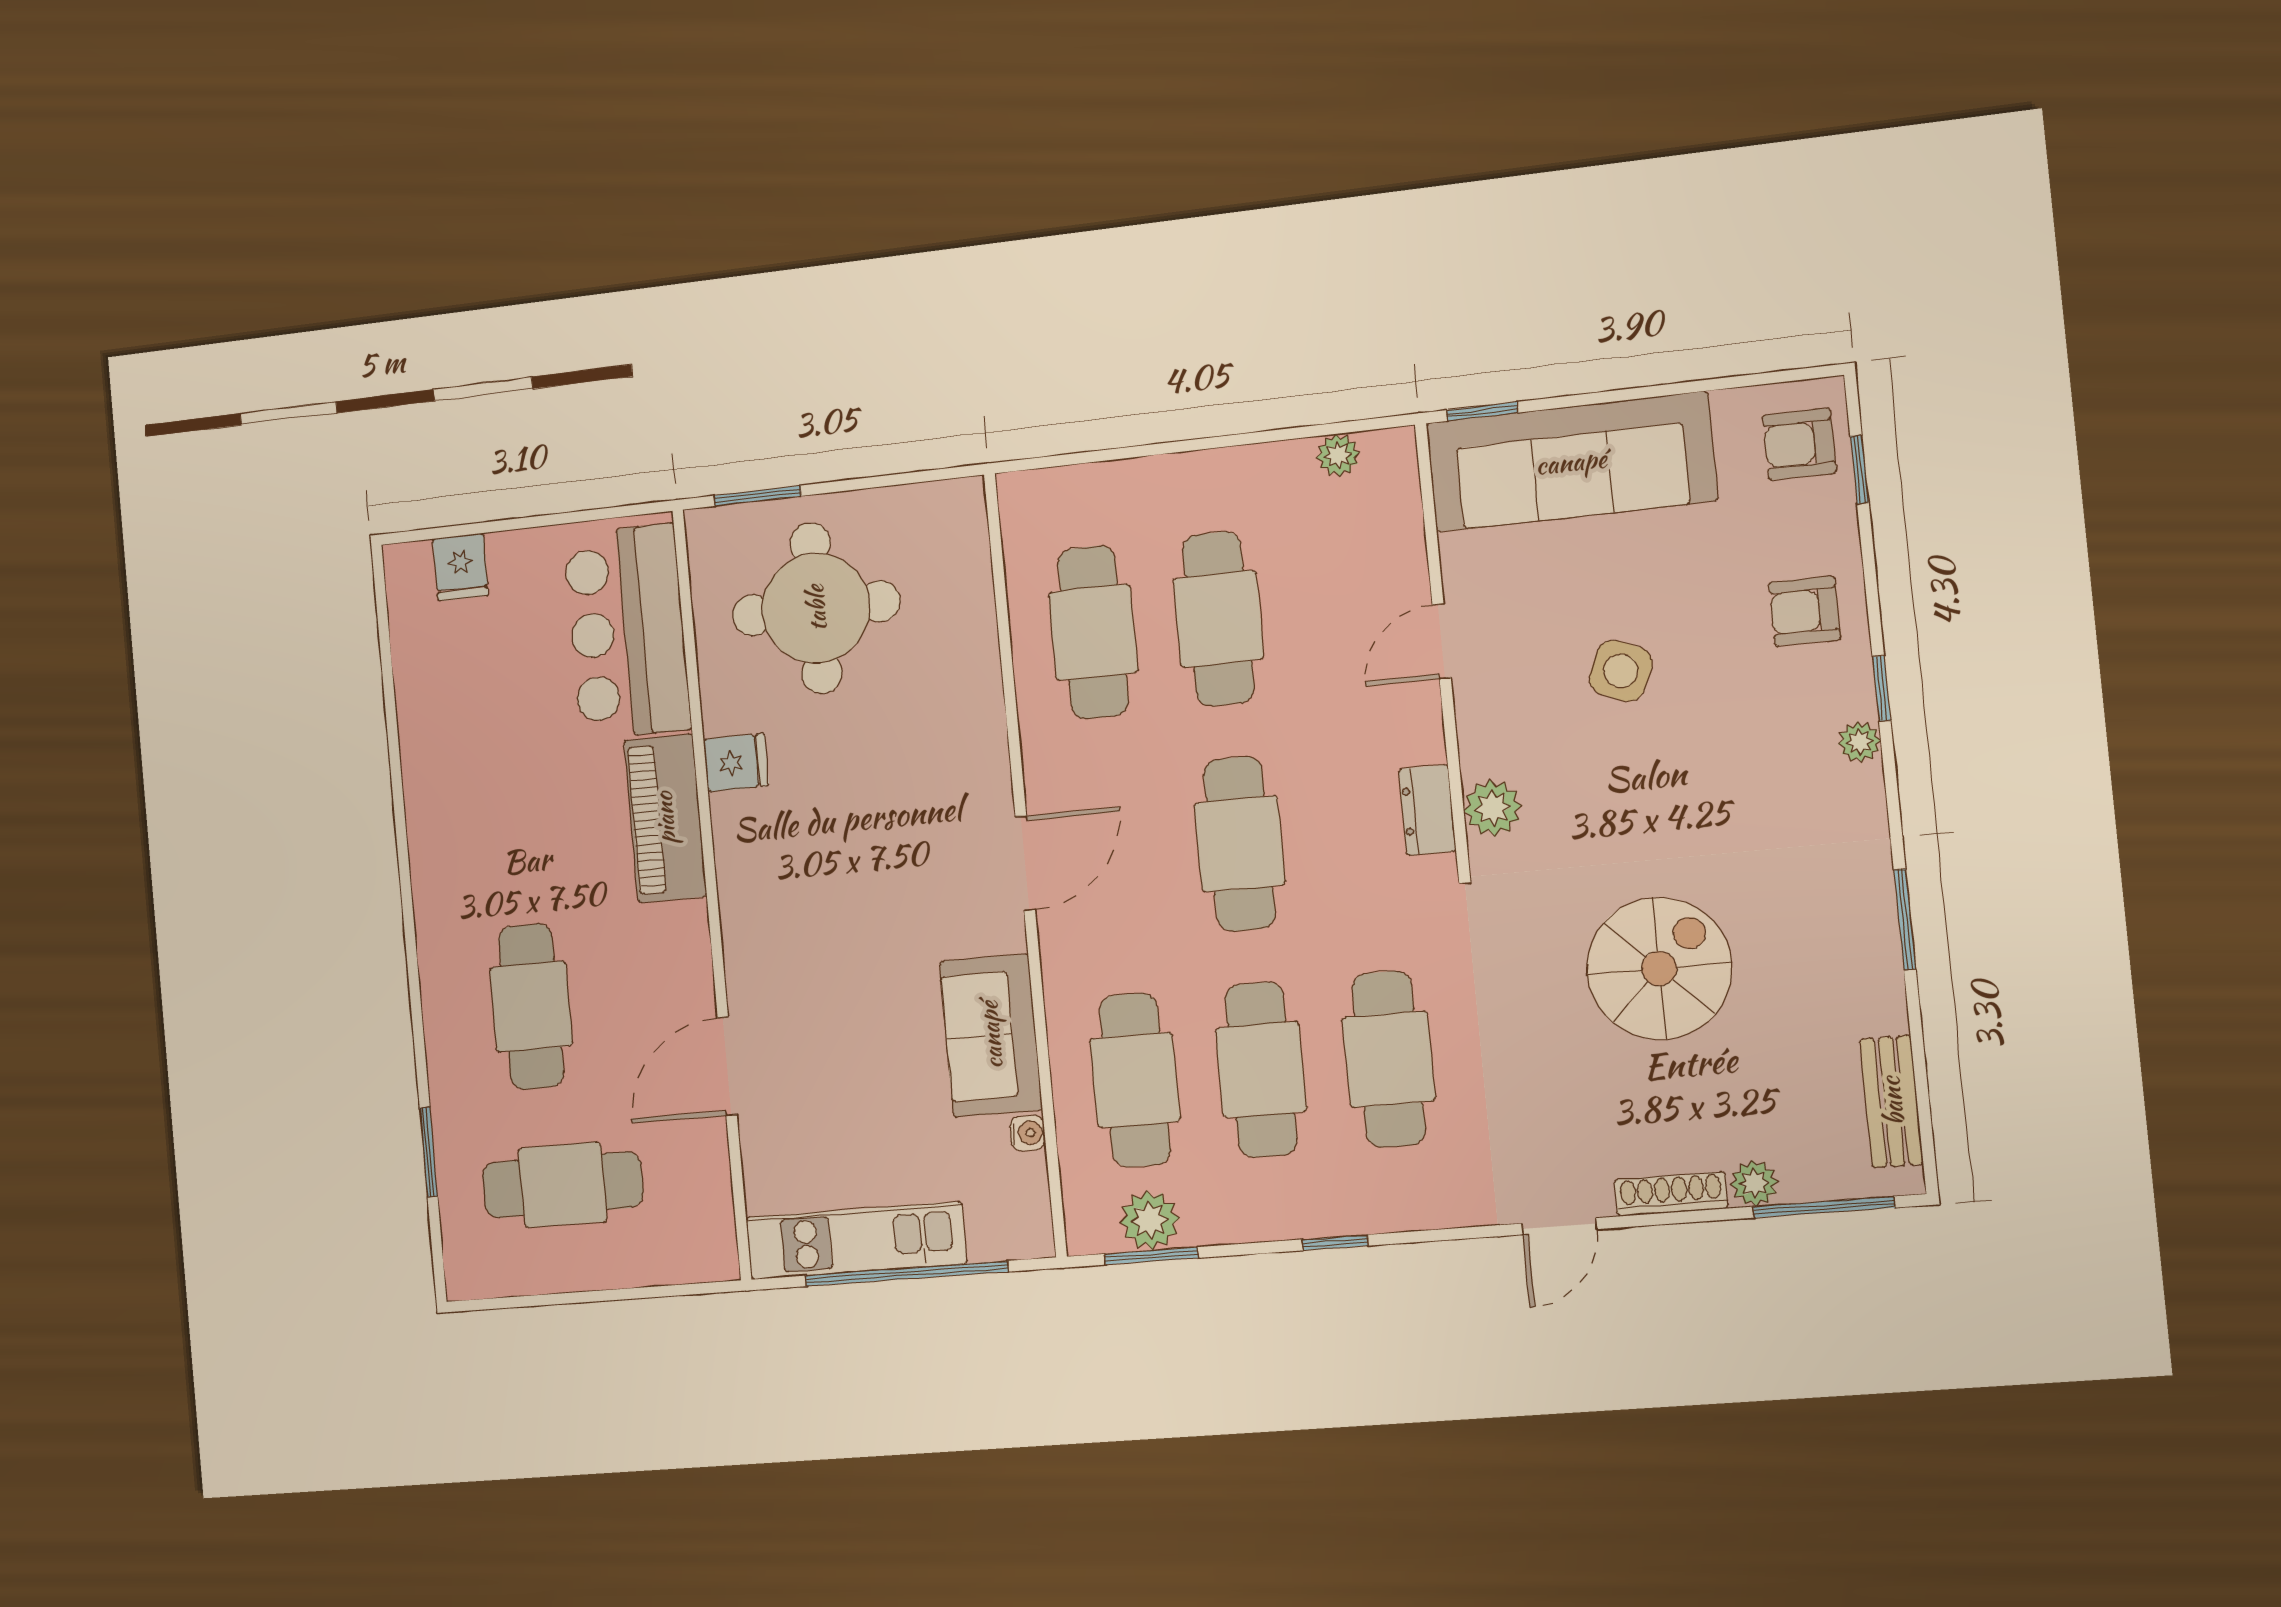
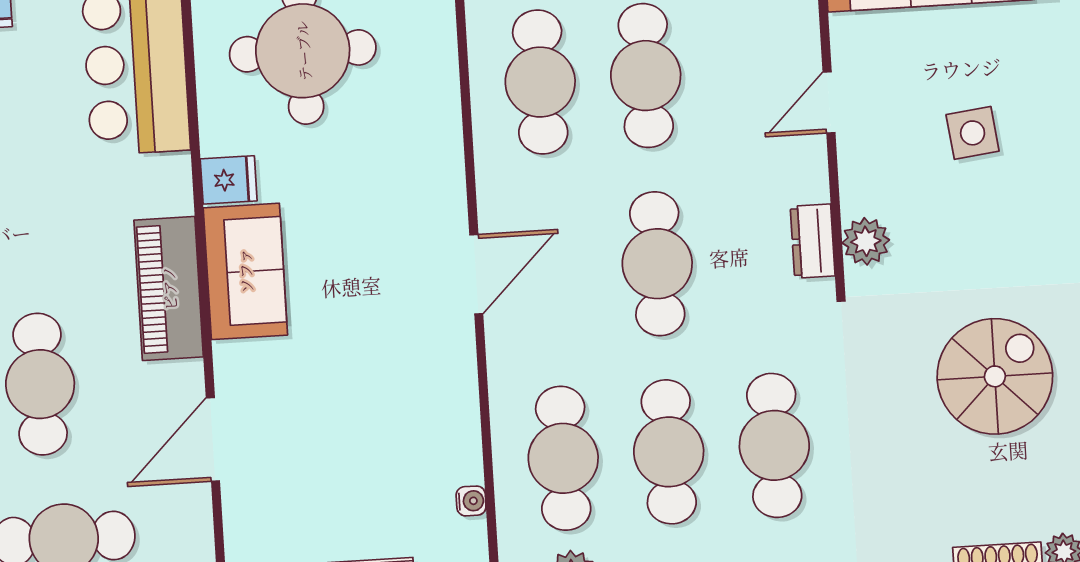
side table: (1621, 671) -> (973, 133), turned -30
piano: (665, 818) -> (169, 288), moved
sofa: (991, 1035) -> (245, 271), moved, turned 180

